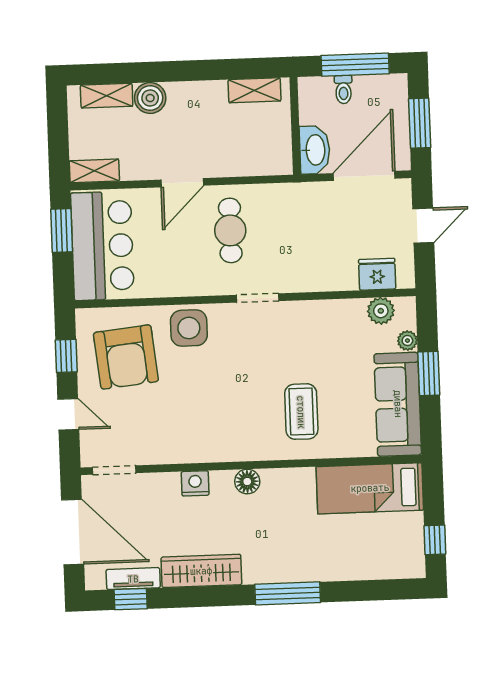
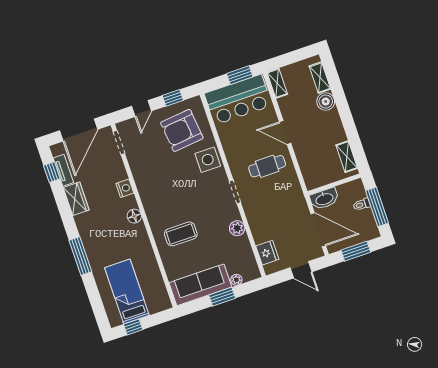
plant: (381, 311) -> (237, 228), moved
bed: (370, 488) -> (127, 291), moved
wardrobe: (201, 571) -> (76, 199), width x0.67

